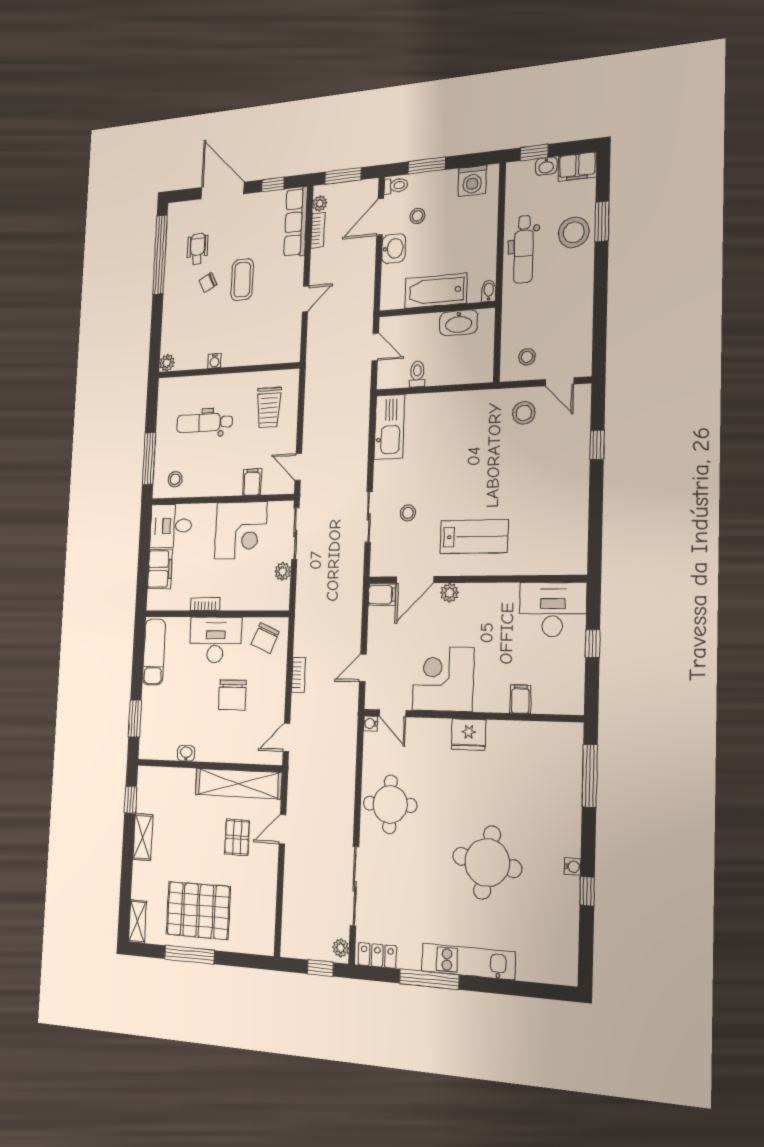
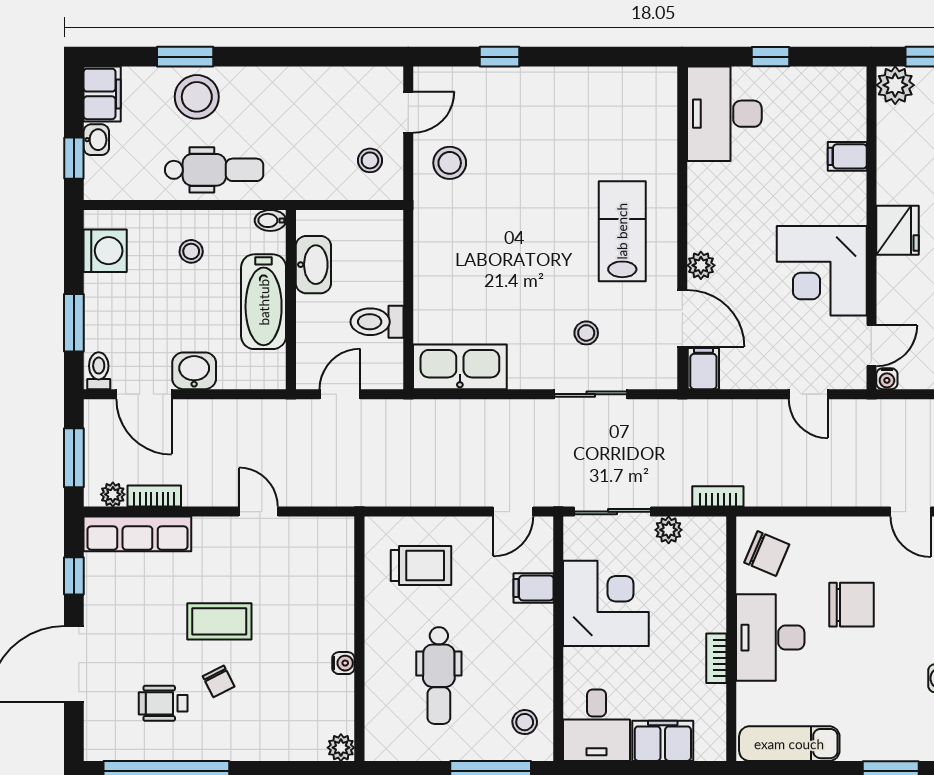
stool: (417, 216) -> (191, 251), moved
toilet: (417, 374) -> (377, 322), width x1.37, depth x1.39
bookcase: (298, 675) -> (718, 496), moved
plant: (570, 736) -> (895, 85), added

